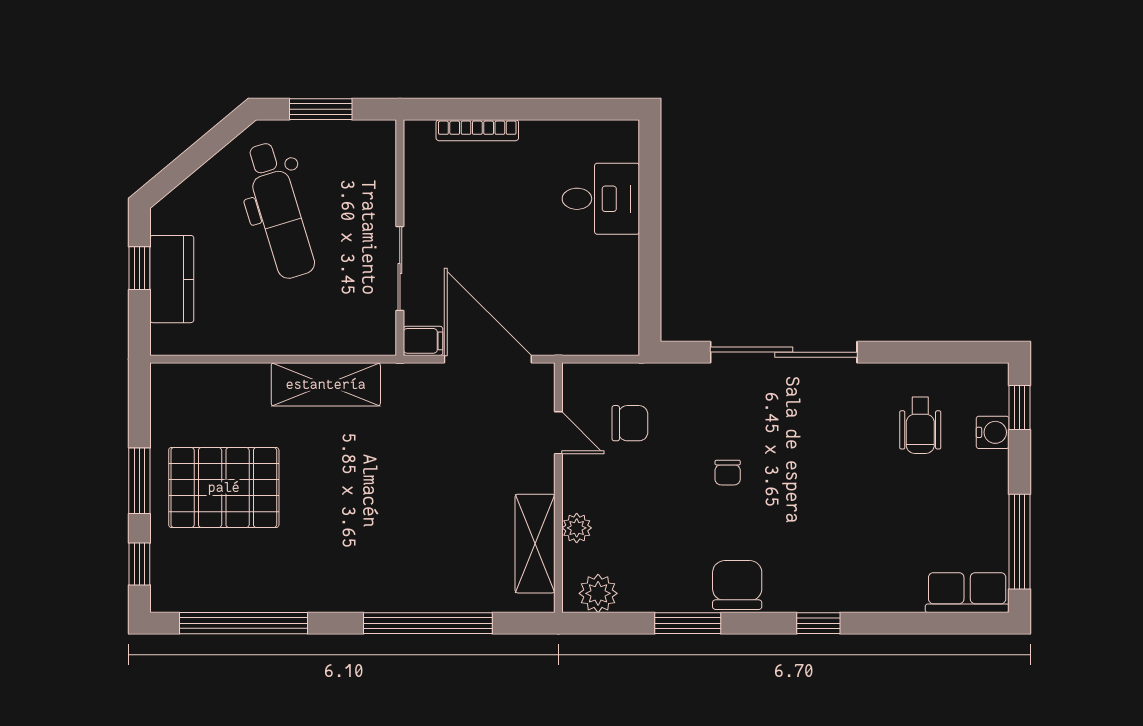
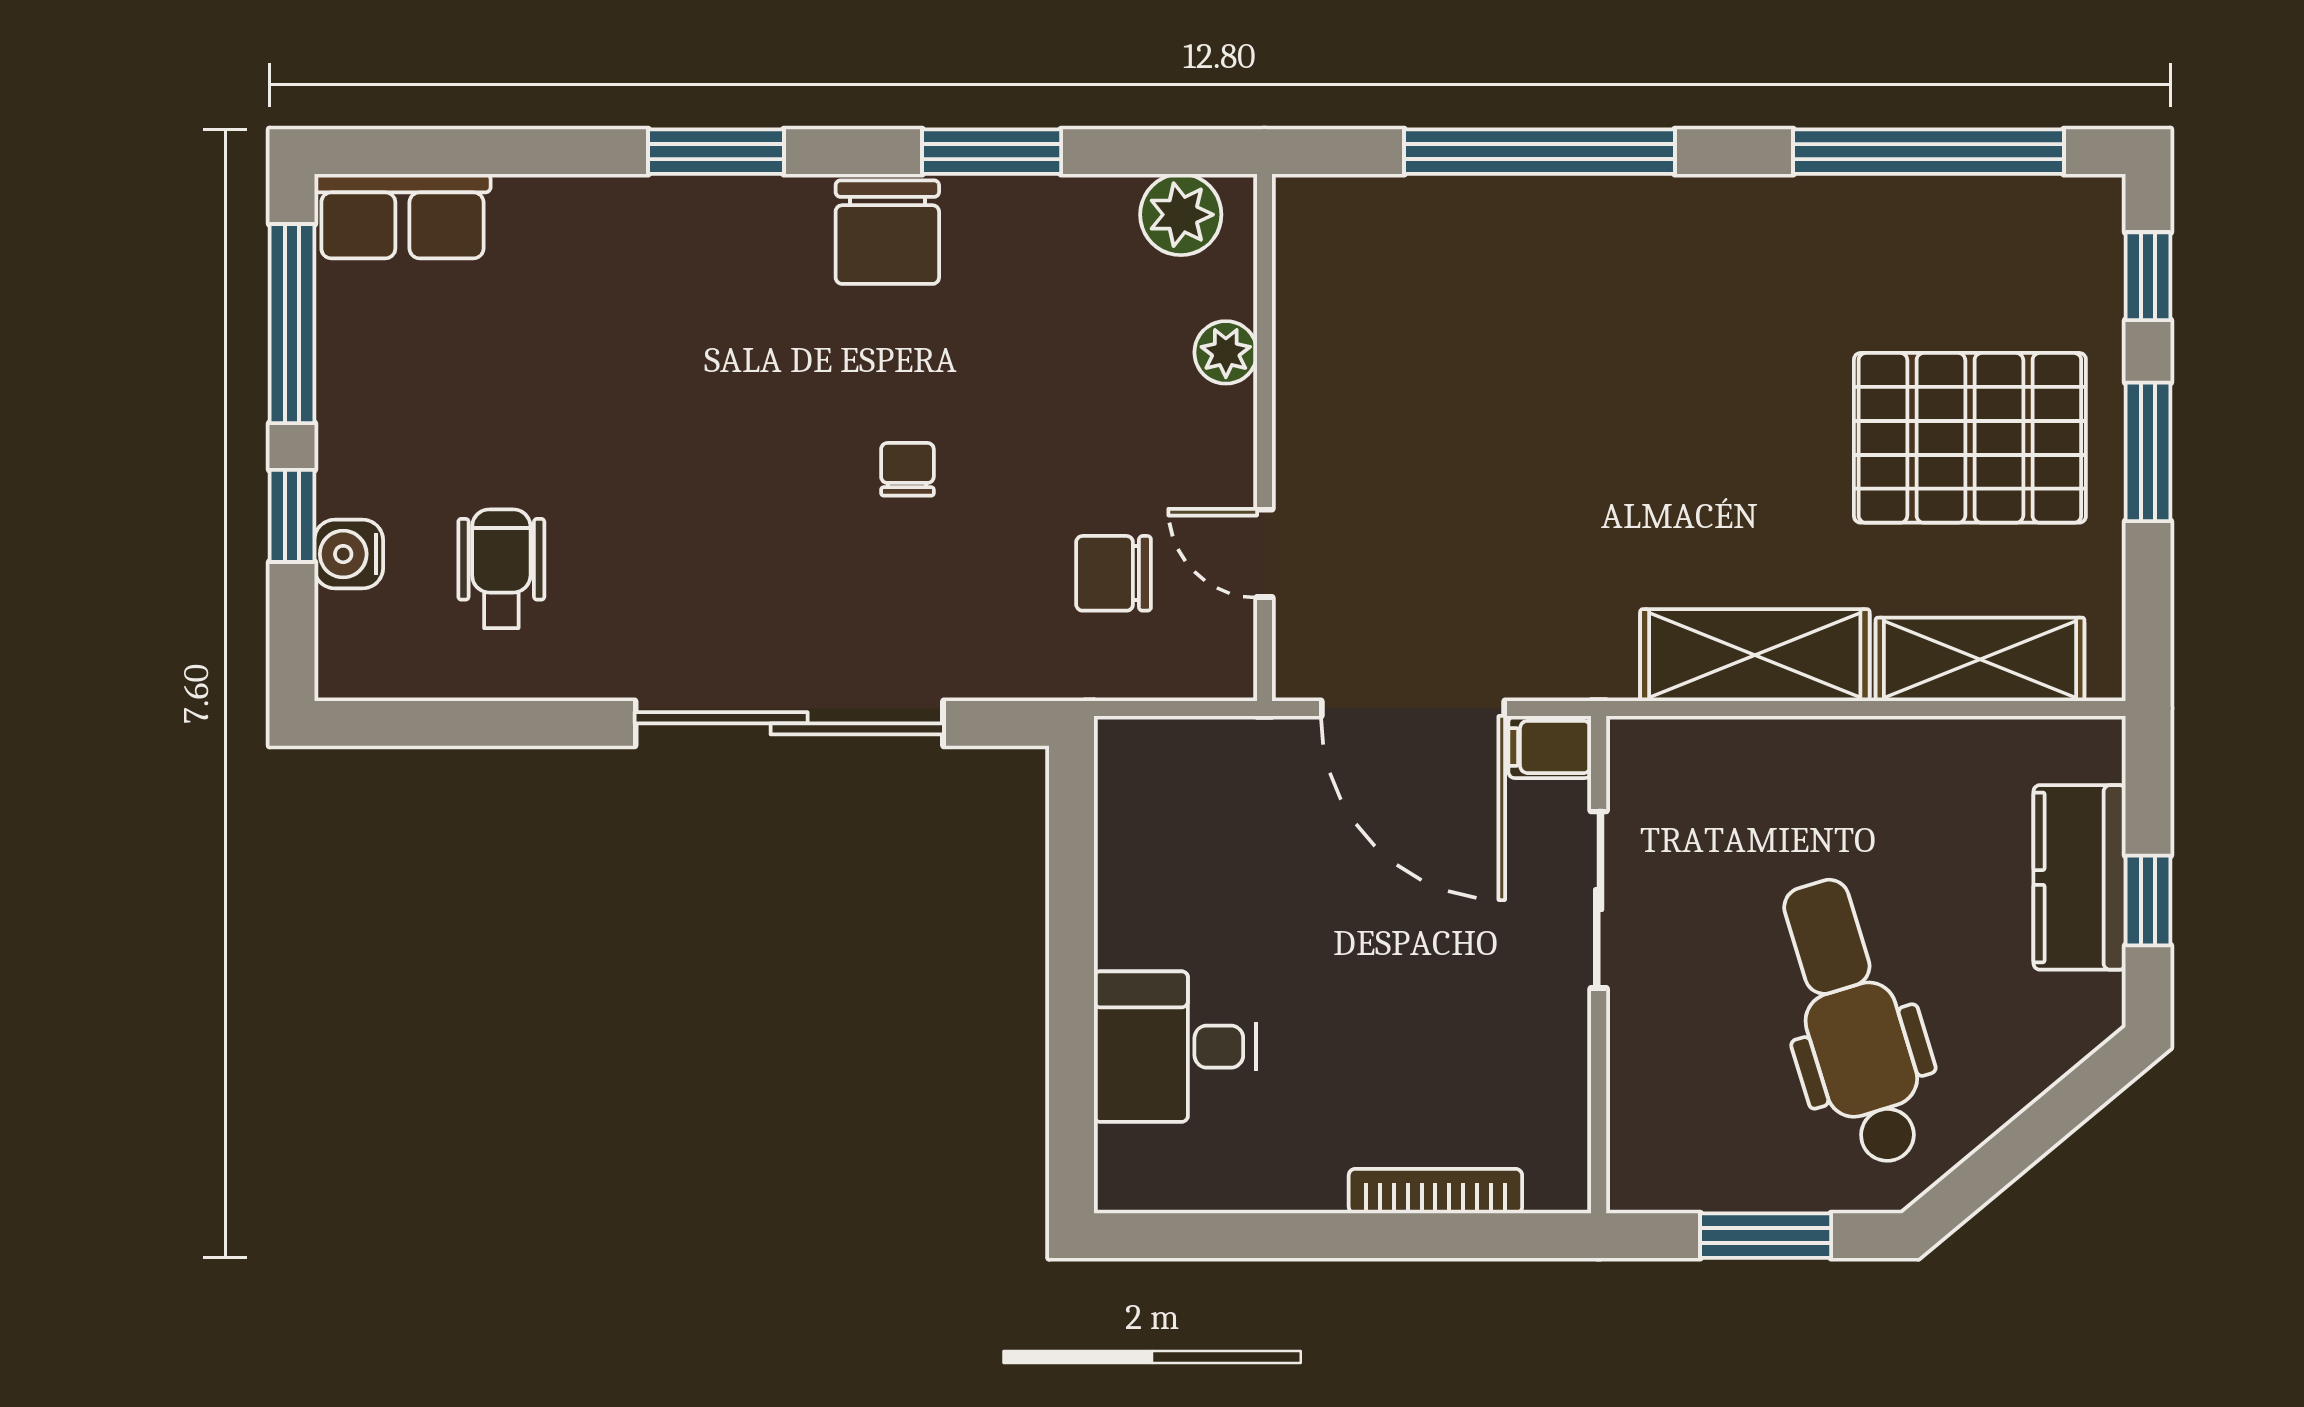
window: (1020, 408) -> (292, 516), moved
shelving: (535, 544) -> (1980, 659), moved, turned 90
window: (818, 623) -> (716, 152), width x1.50

